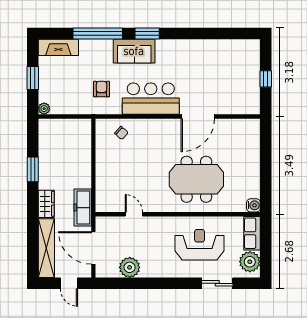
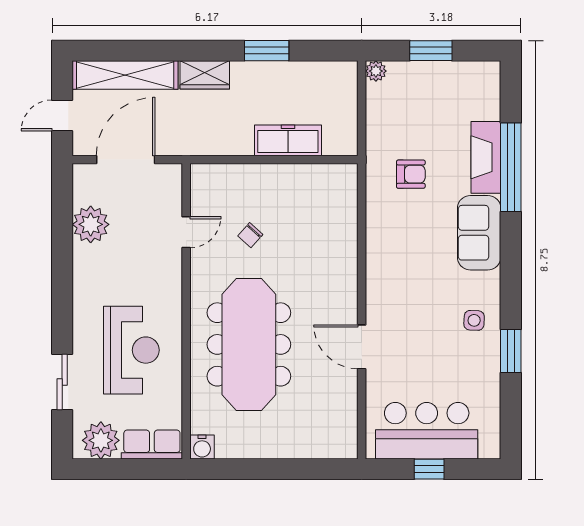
window: (147, 33) -> (511, 351), moved
fireplace: (58, 47) -> (486, 157), moved
side table: (183, 54) -> (474, 320), added
bar counter: (151, 99) -> (427, 431), moved, turned -90
door: (198, 116) -> (362, 347), width x0.73
chair: (121, 133) -> (250, 235), moved
meeting table: (196, 179) -> (249, 344), width x1.36
freezer: (83, 208) -> (288, 140), moved

